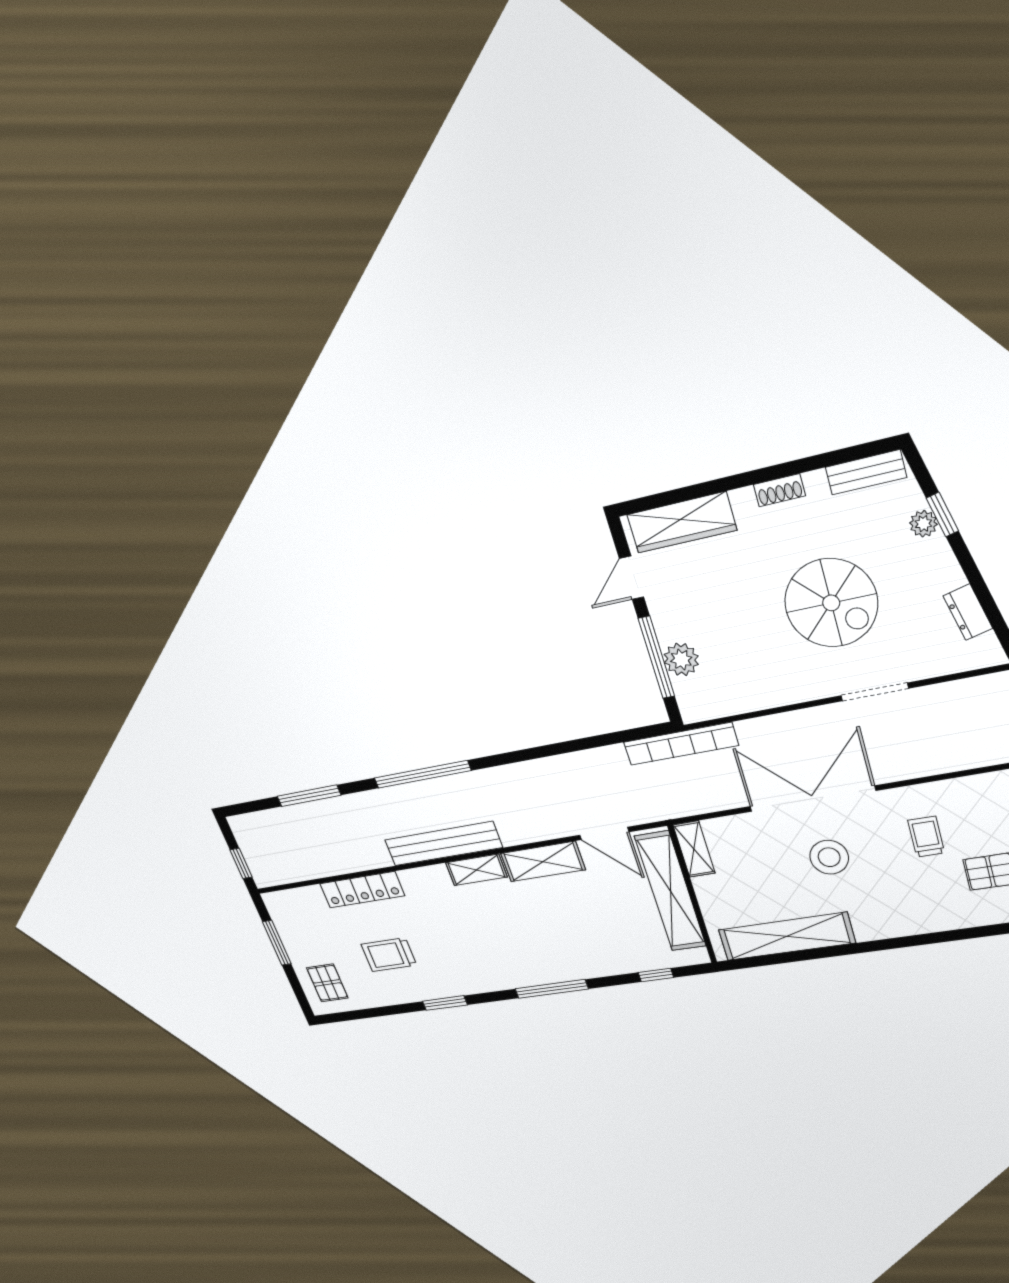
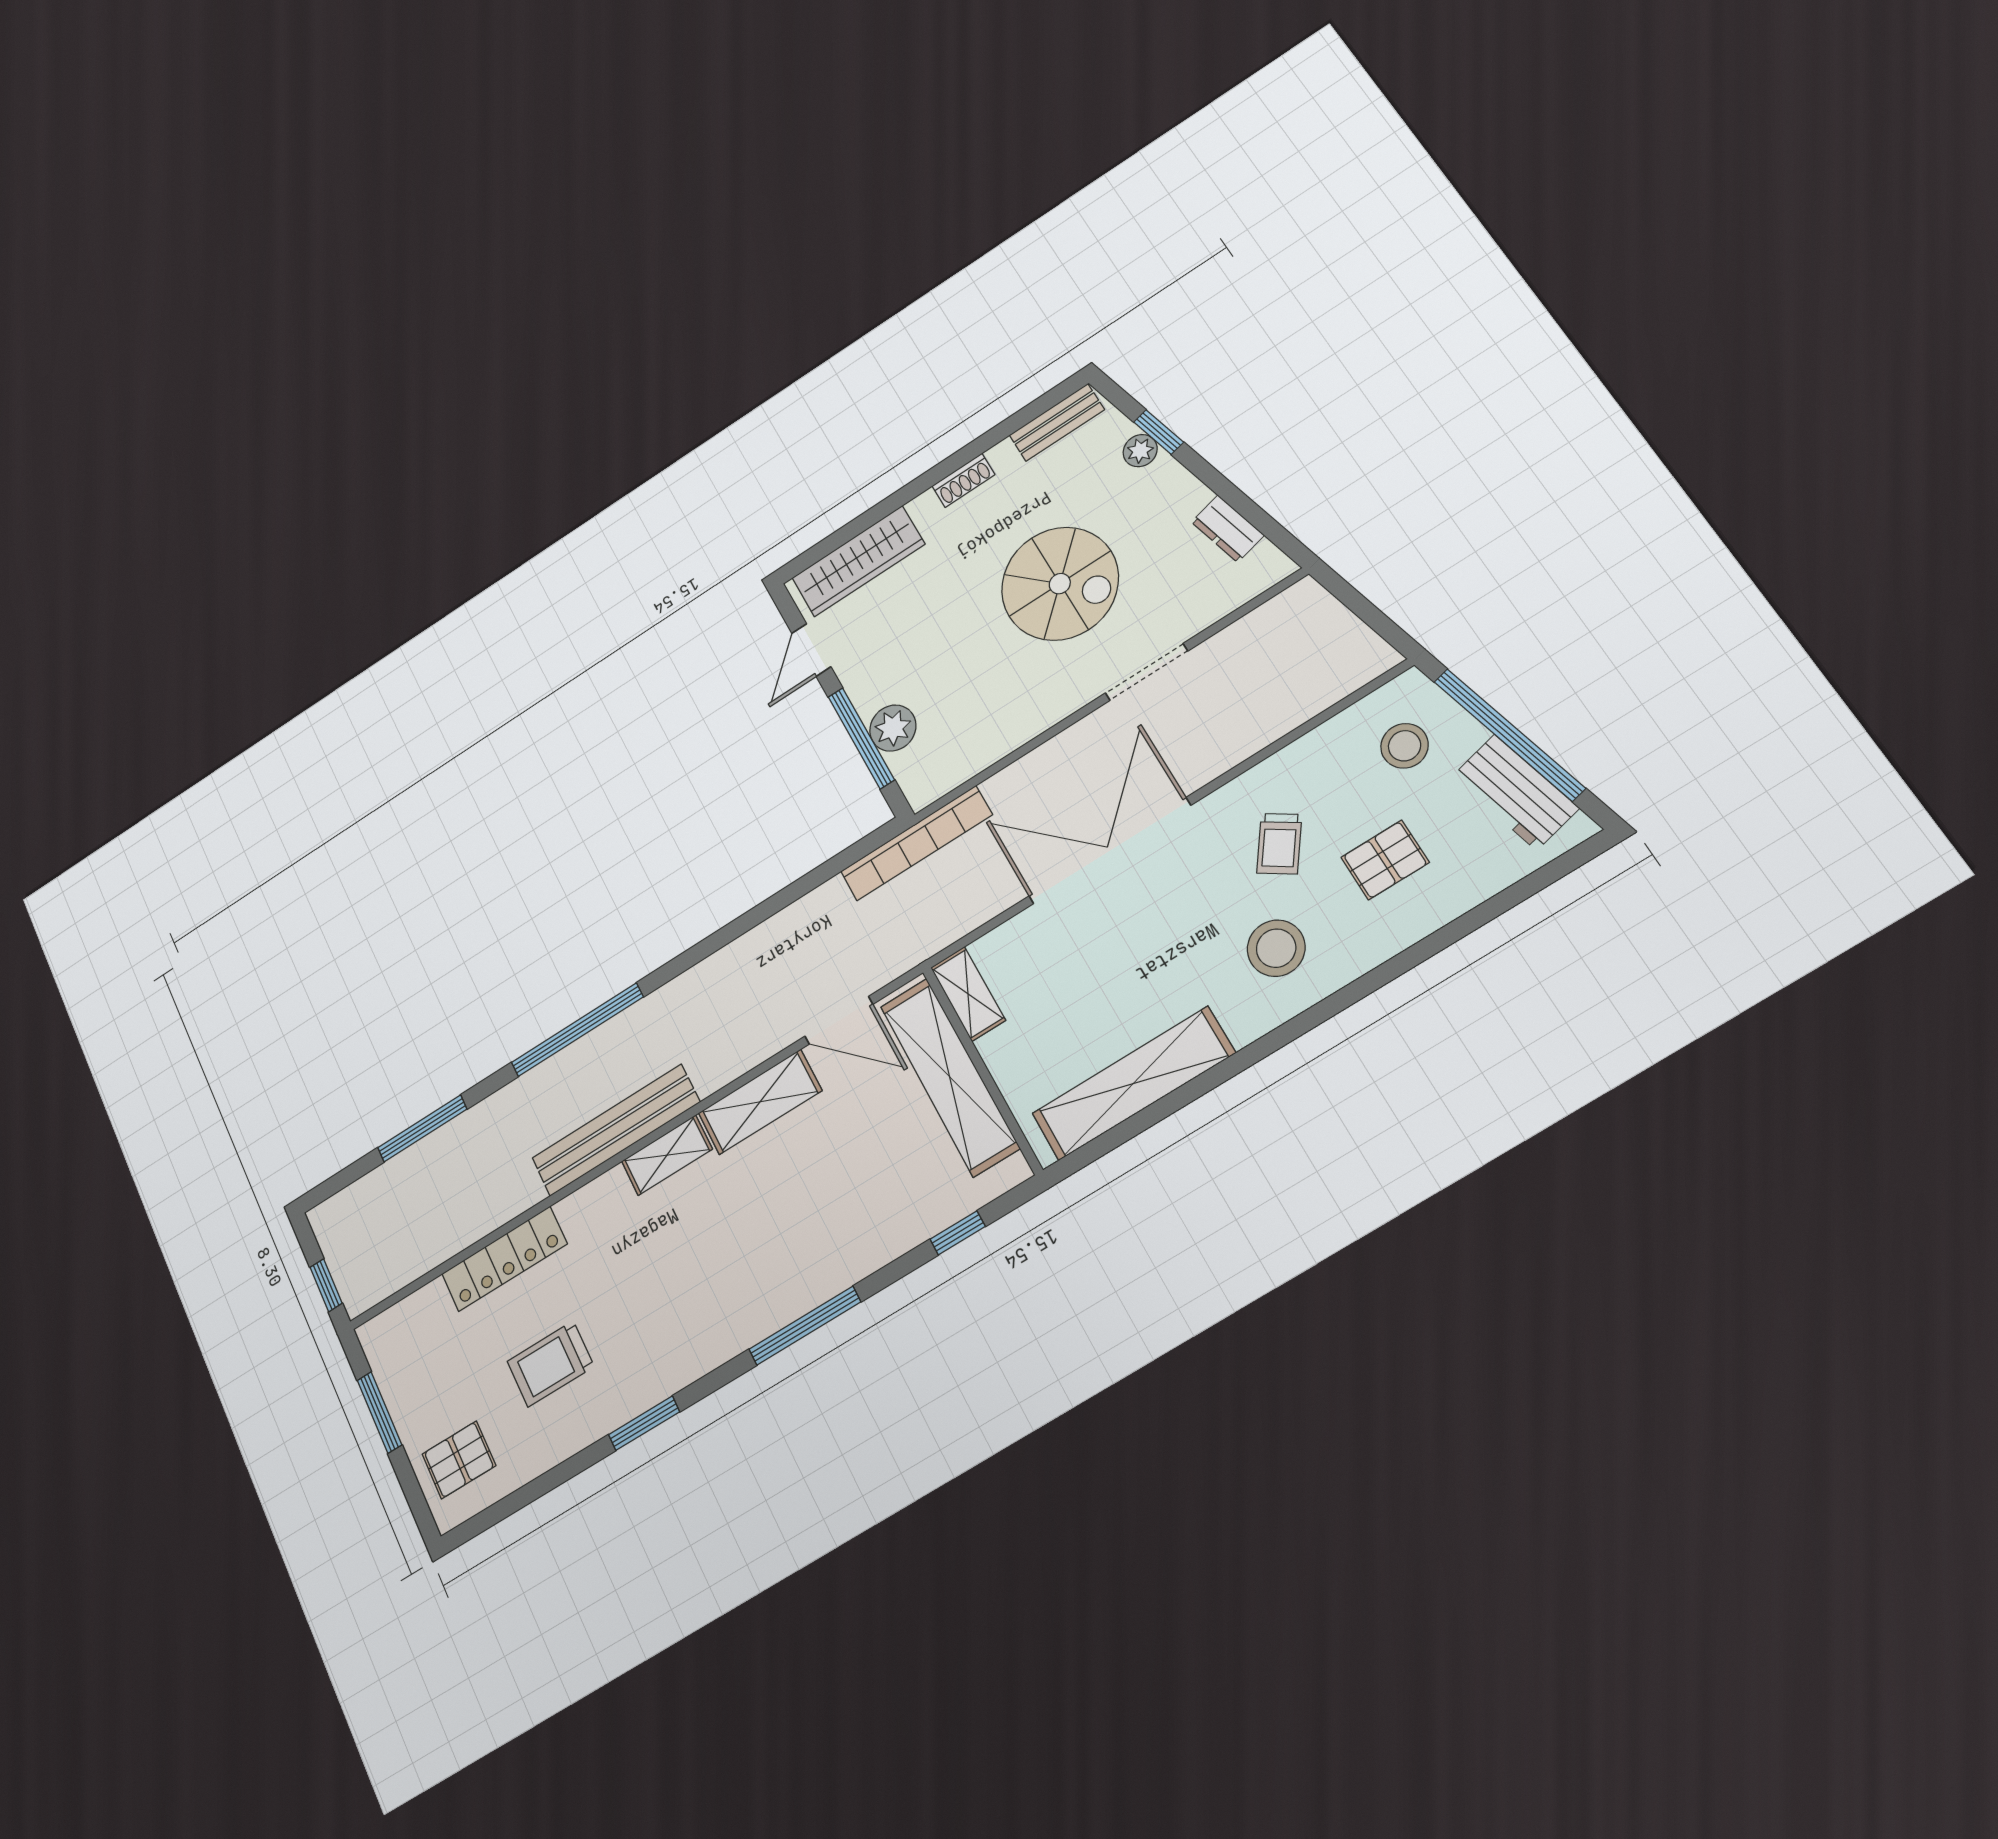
trolley: (926, 837) -> (1279, 844), turned -145
stool: (829, 857) -> (1276, 948), moved
pallet: (327, 983) -> (459, 1460), turned 90

